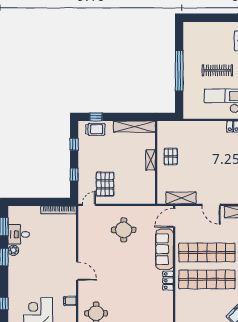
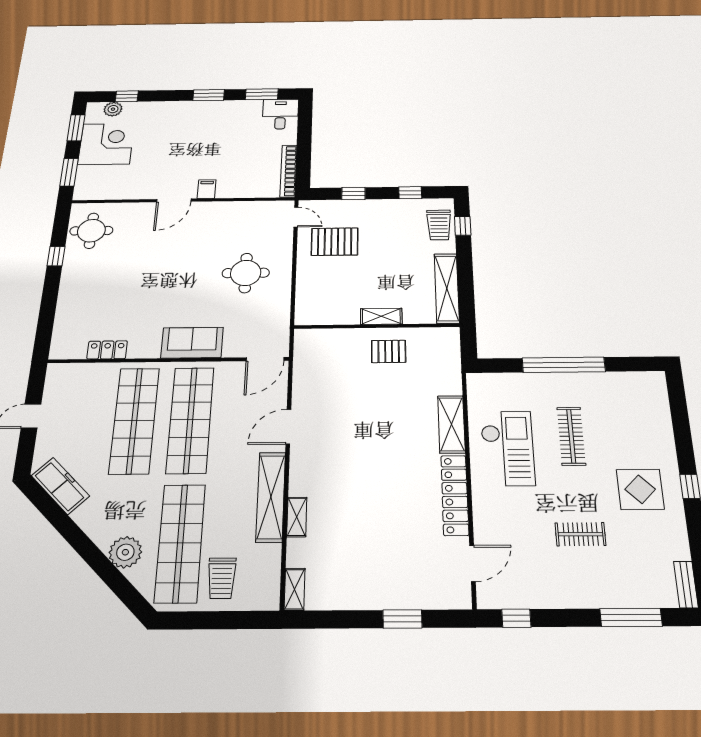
shelving: (181, 198) -> (451, 424), moved
door: (174, 218) -> (265, 359), swing flipped
desk: (19, 234) -> (280, 114), moved
sofa: (164, 249) -> (192, 343), width x0.73
plant: (13, 250) -> (113, 109), moved
locker: (168, 281) -> (107, 350), moved
filing cabinet: (70, 301) -> (207, 189), moved

